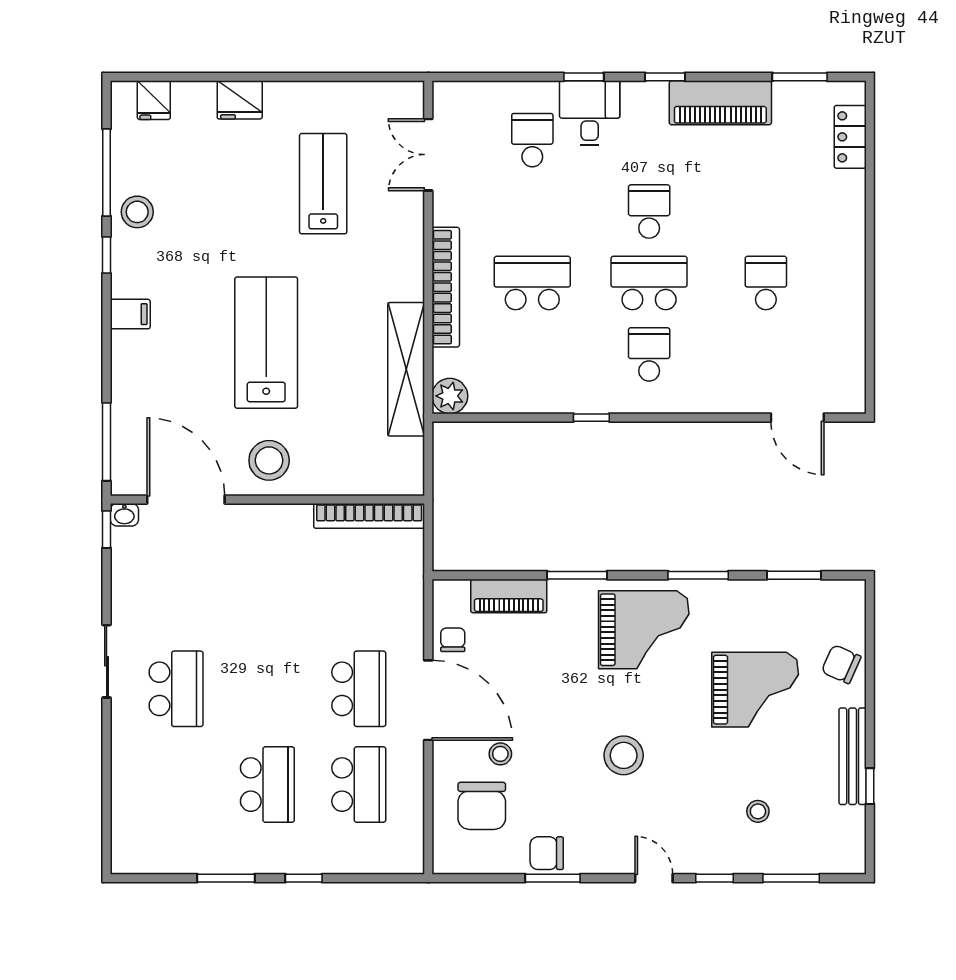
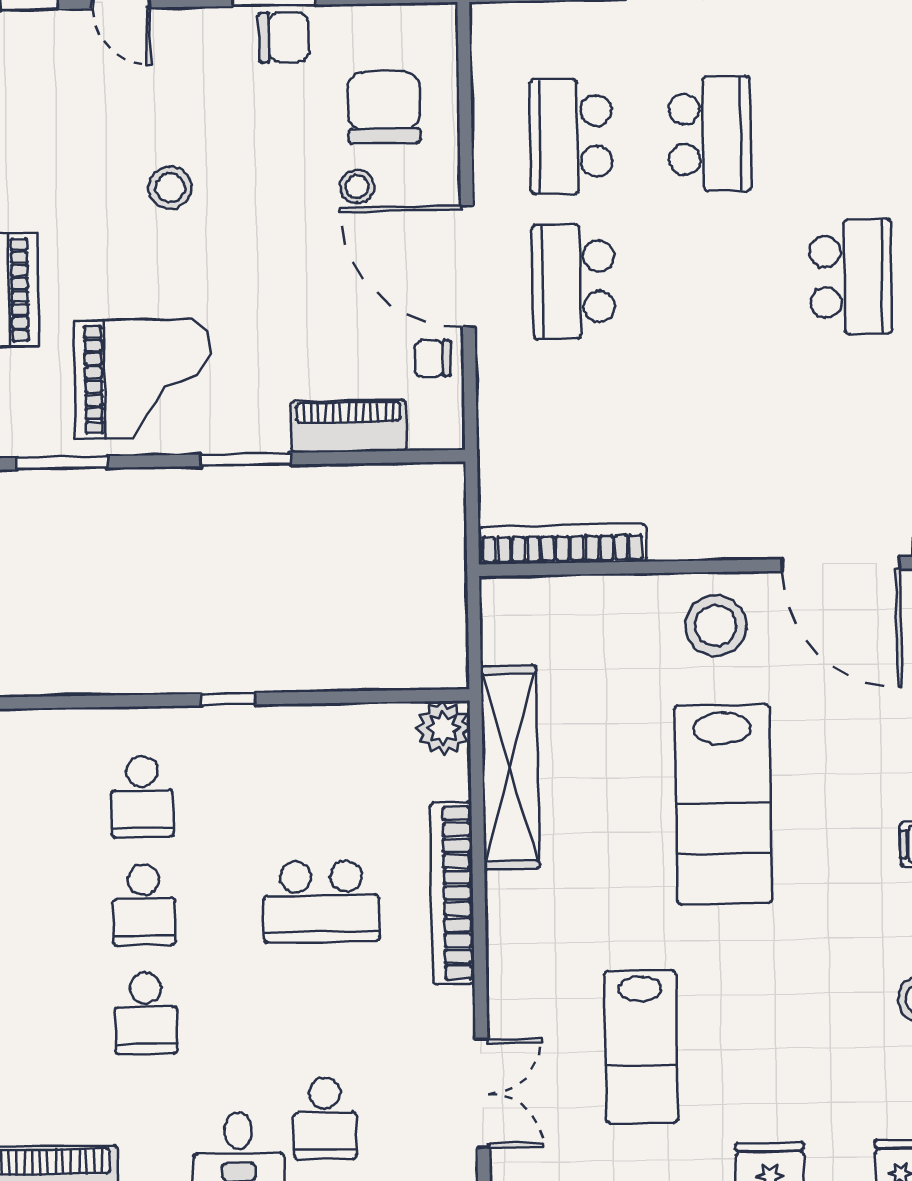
school desk: (649, 283) -> (144, 905), width x0.54
grand piano: (644, 630) -> (143, 379), turned 180
chair: (453, 640) -> (432, 358), turned 90
school desk: (176, 689) -> (851, 277), turned 180
stool: (624, 755) -> (170, 188), width x0.73, depth x0.73
school desk: (267, 785) -> (710, 134), turned 180

